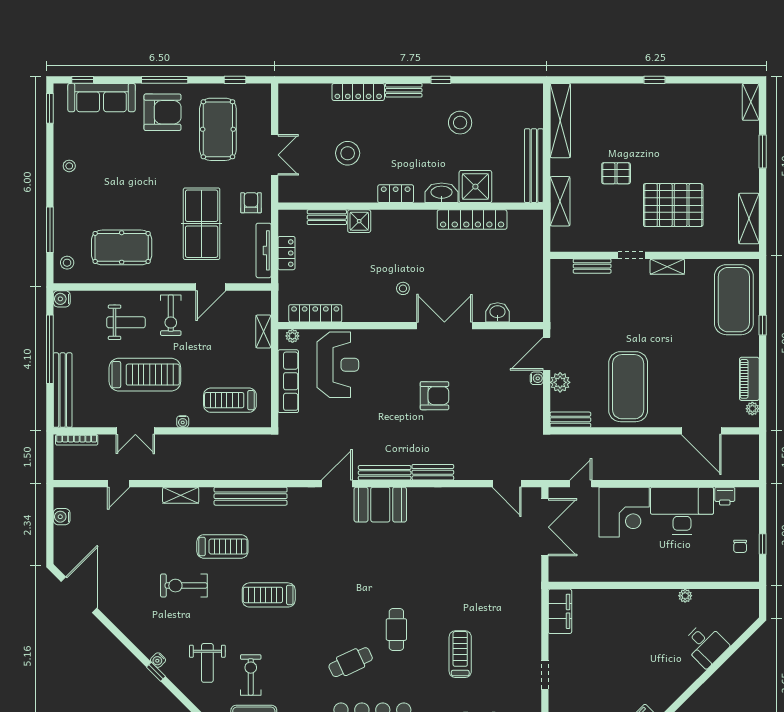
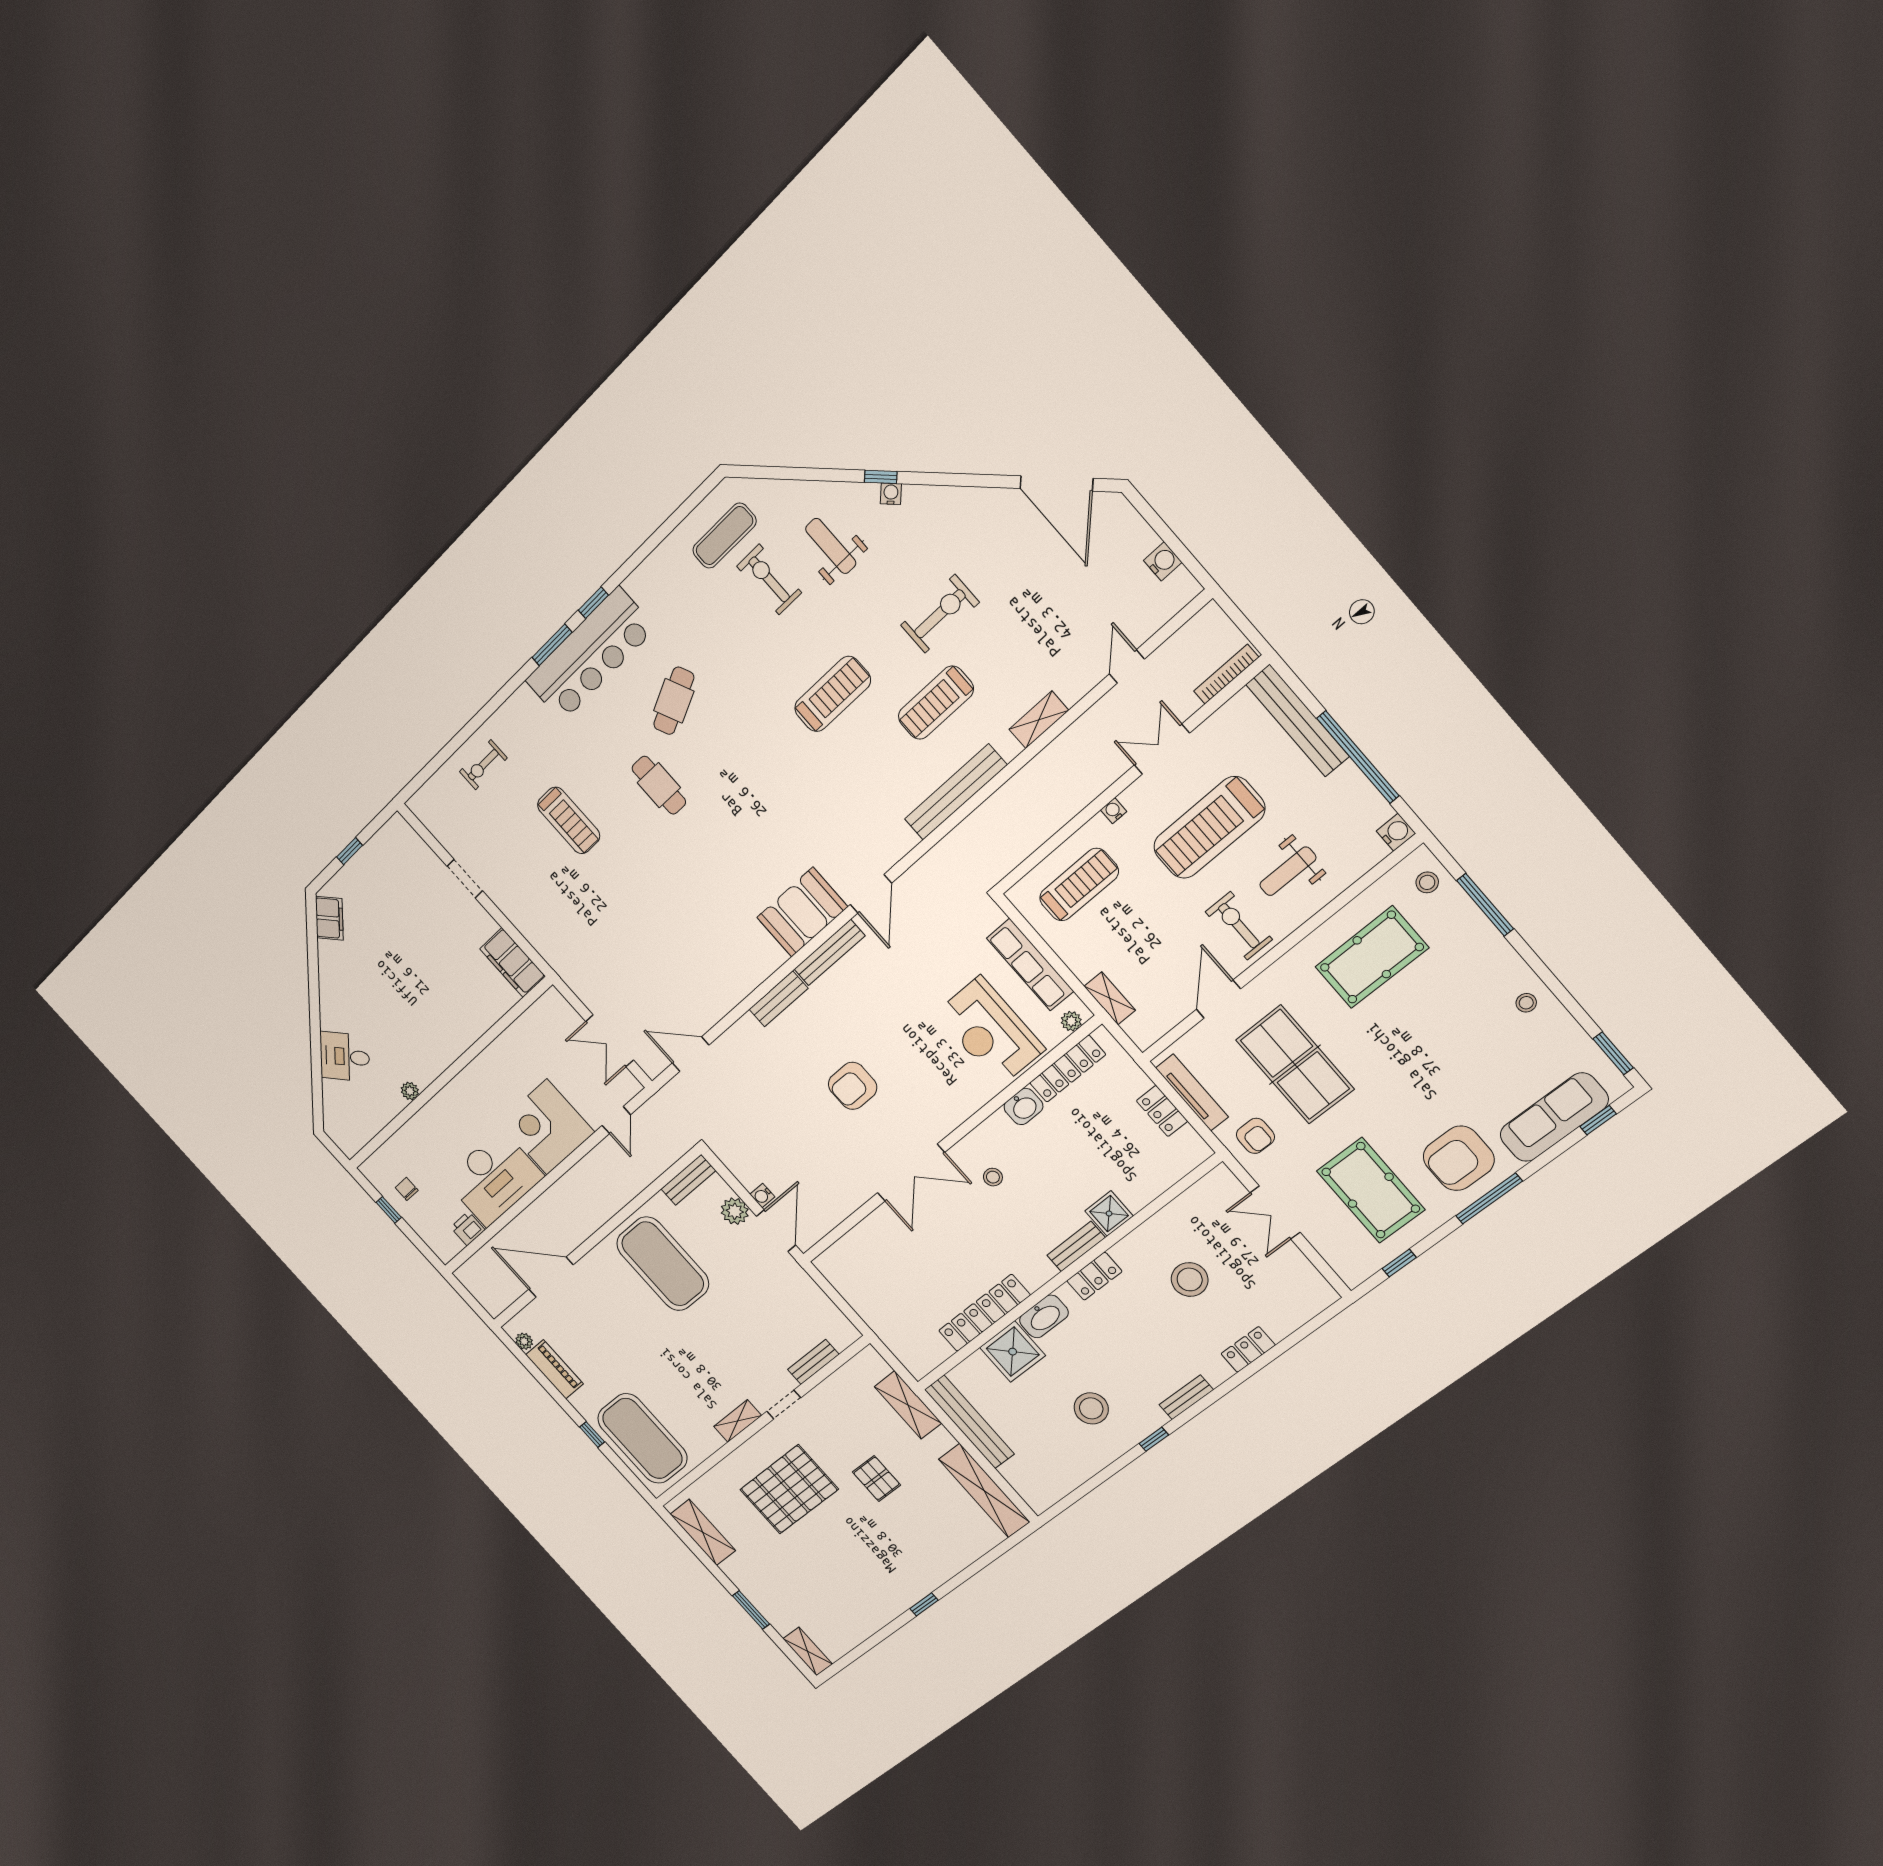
locker: (358, 92) -> (1248, 1349), width x0.66
pallet: (616, 173) -> (876, 1479), turned 90
bench: (327, 217) -> (1076, 1246), moved
washbasin: (498, 312) -> (1023, 1107), moved
double door: (545, 527) -> (610, 1041), width x0.73
exercise bike: (251, 675) -> (769, 579), turned 180

